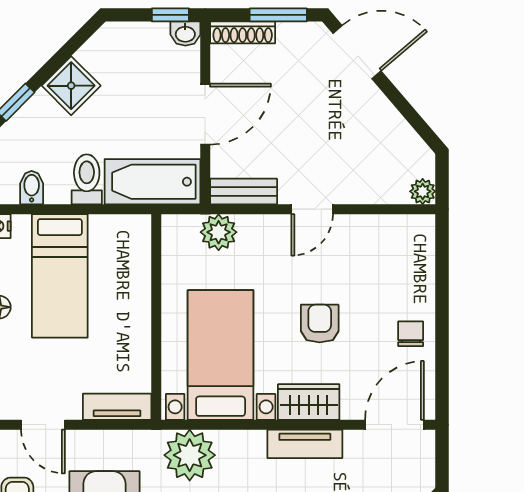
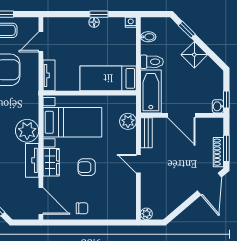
shoe rack: (243, 32) -> (218, 152), moved
bed: (60, 276) -> (108, 78), moved
armchair: (320, 324) -> (87, 167), turned 180
plant: (190, 455) -> (27, 131), moved

